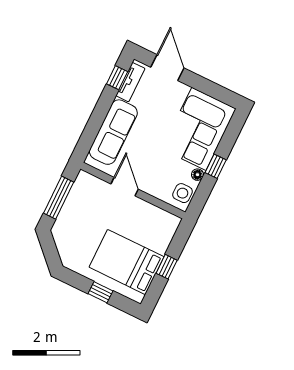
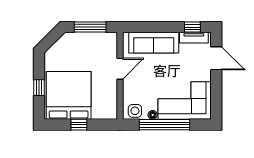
door: (167, 68) -> (216, 58), hinge flipped
window: (216, 166) -> (165, 125), width x3.17
bed: (126, 262) -> (69, 95), width x1.36

